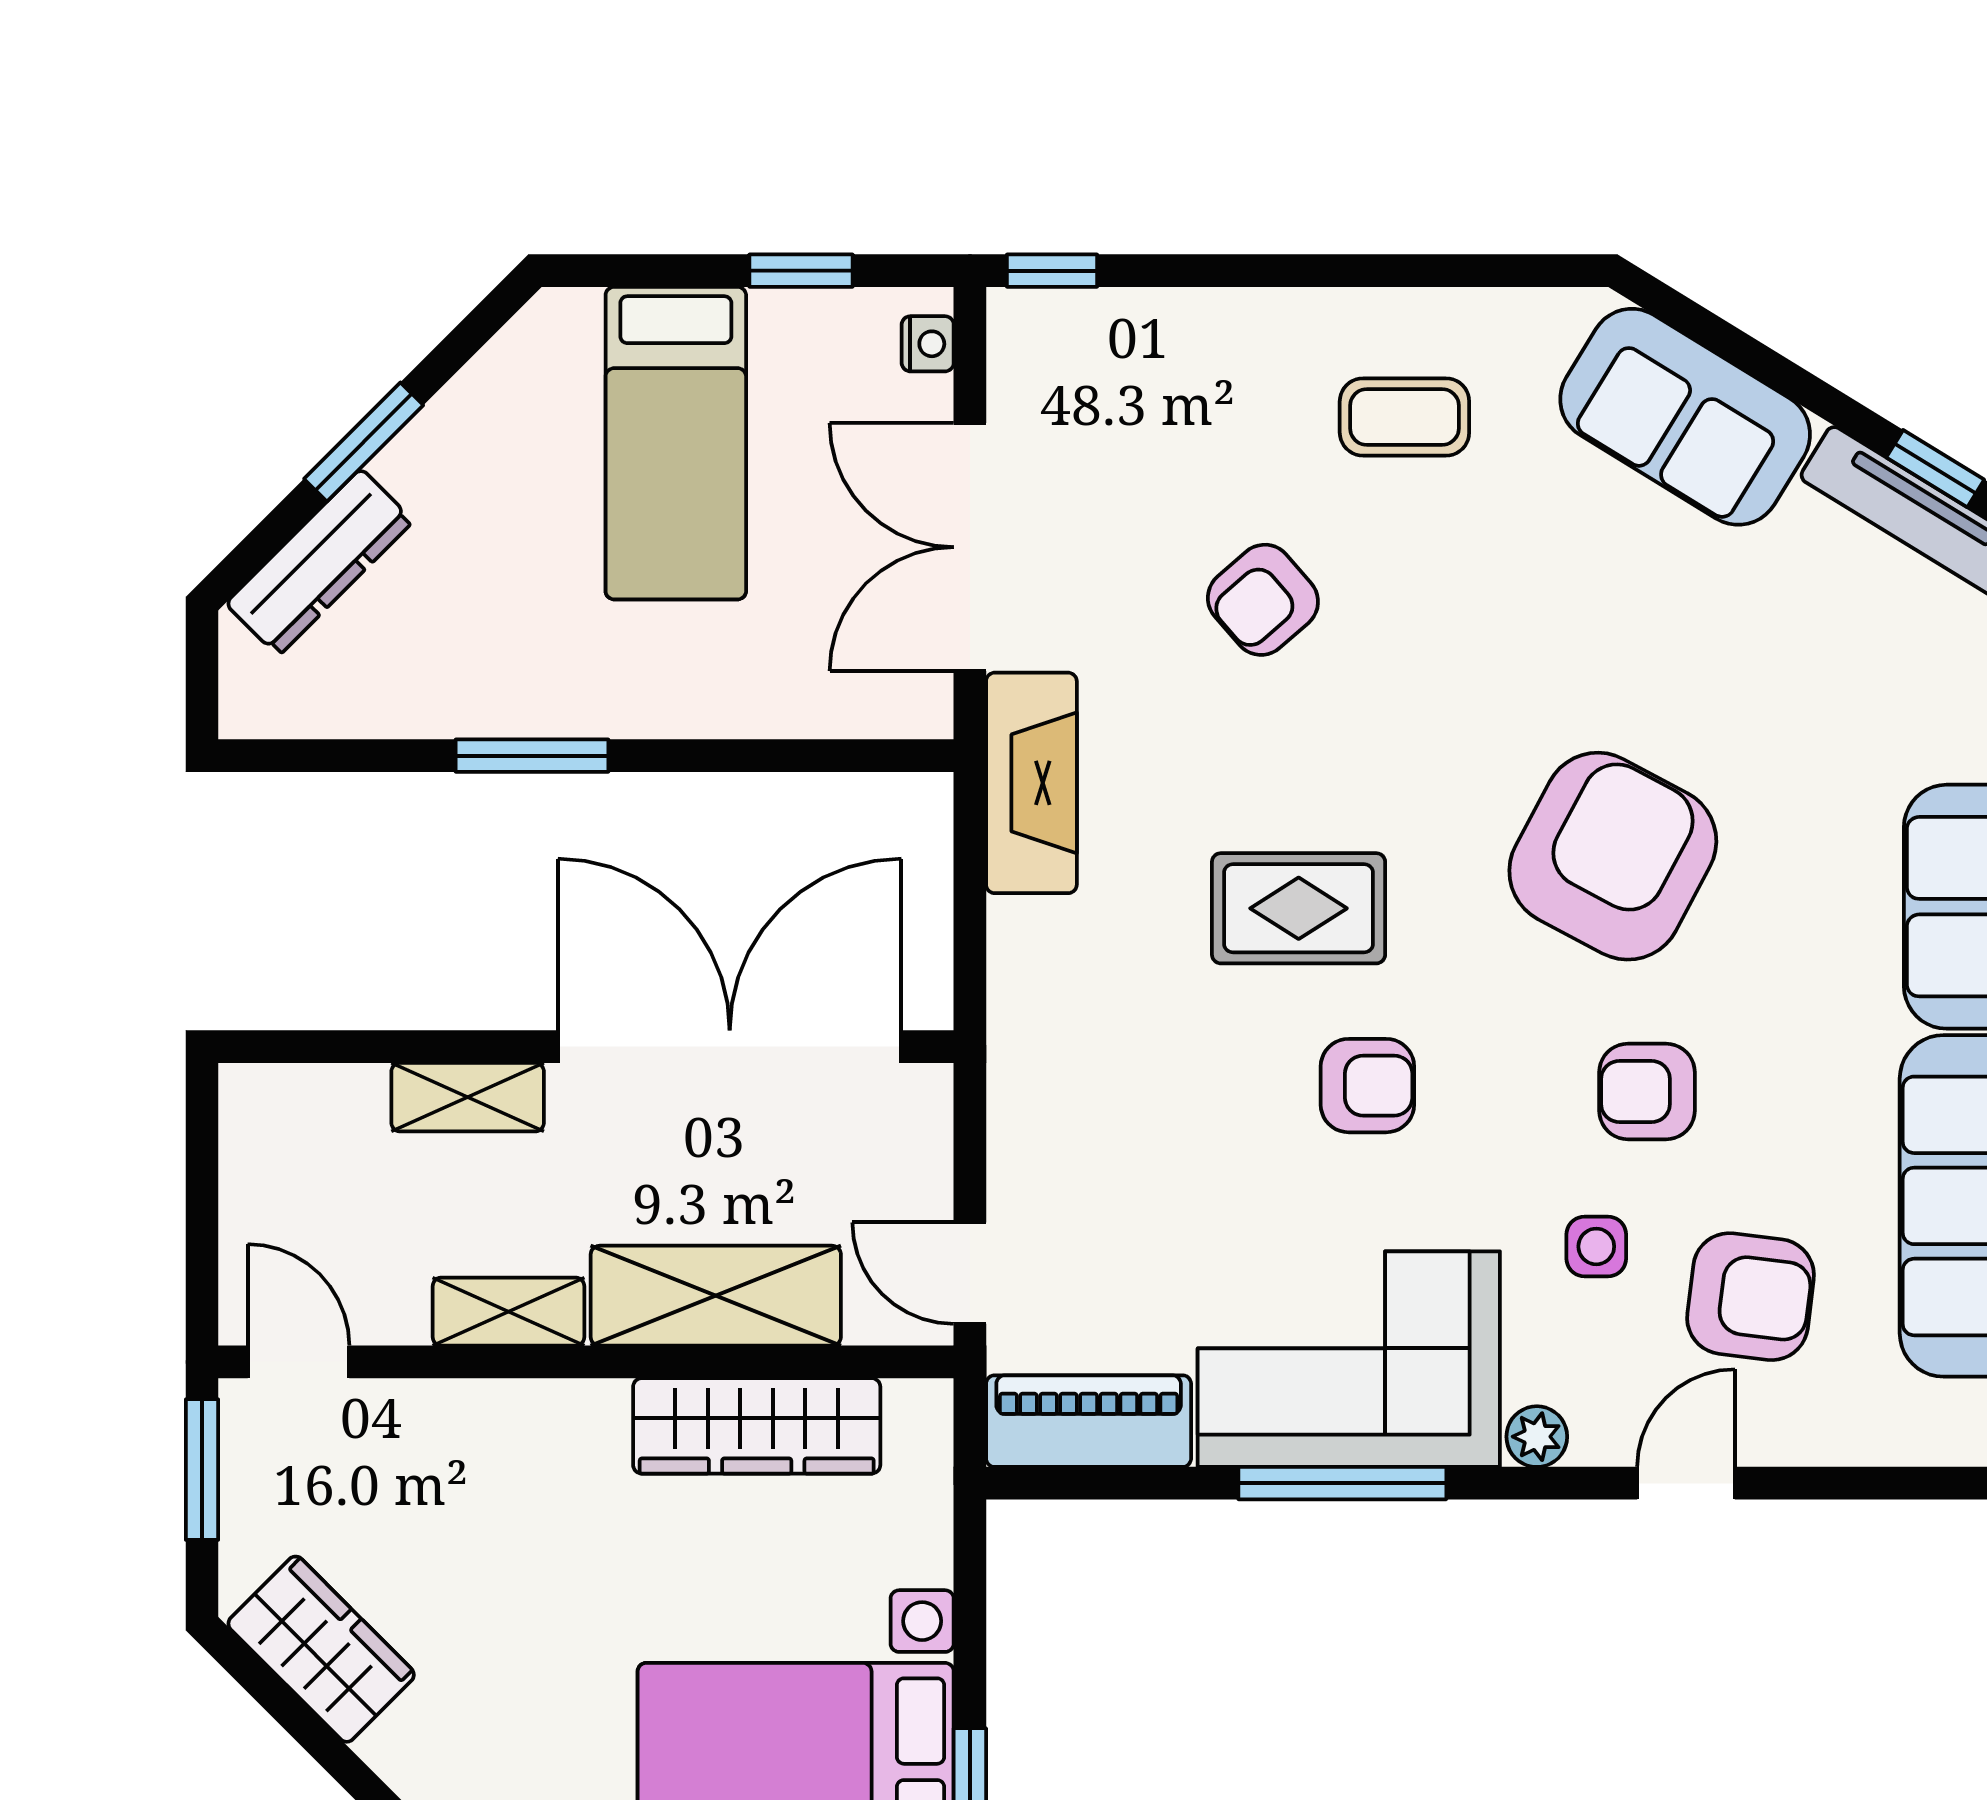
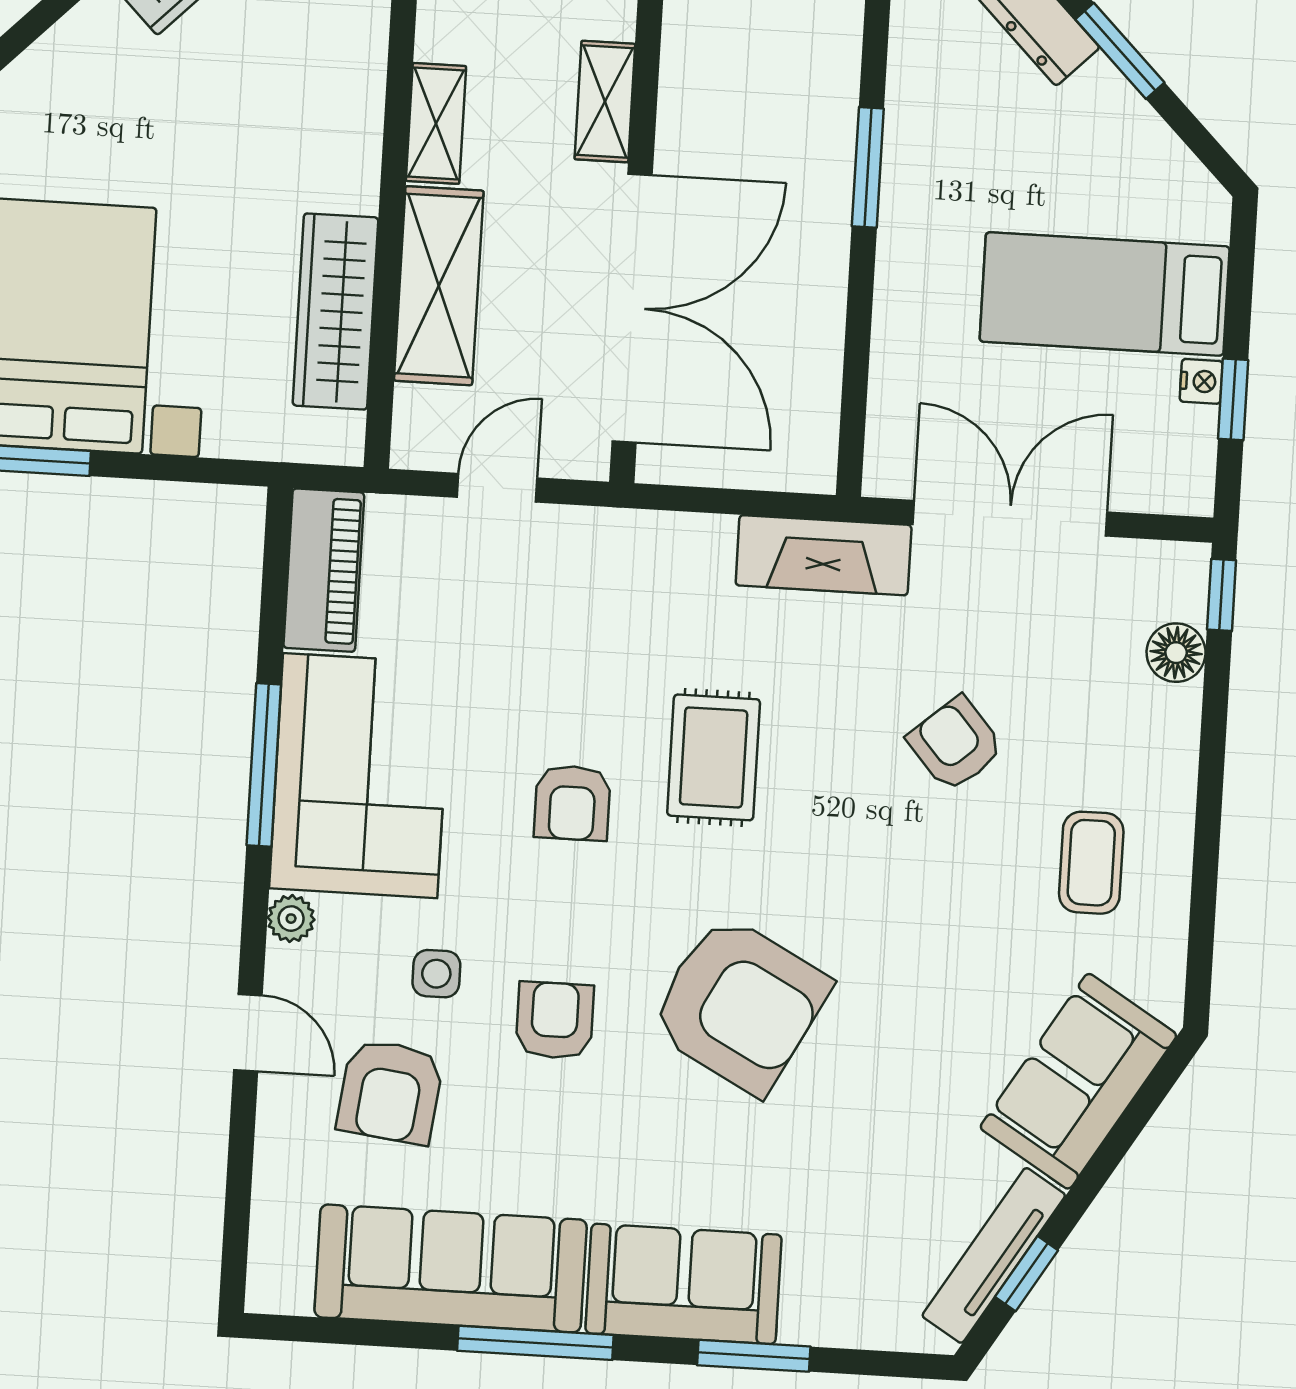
floor lamp: (1129, 324) -> (1176, 653), added
nightstand: (928, 344) -> (1201, 381), moved, turned -90
door: (970, 1273) -> (497, 488), moved

